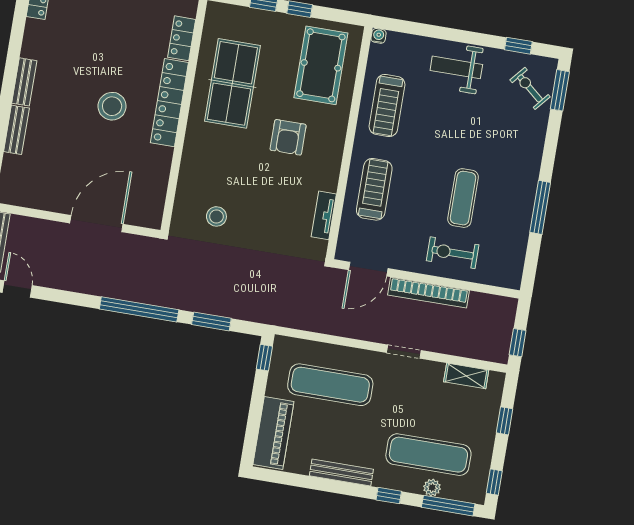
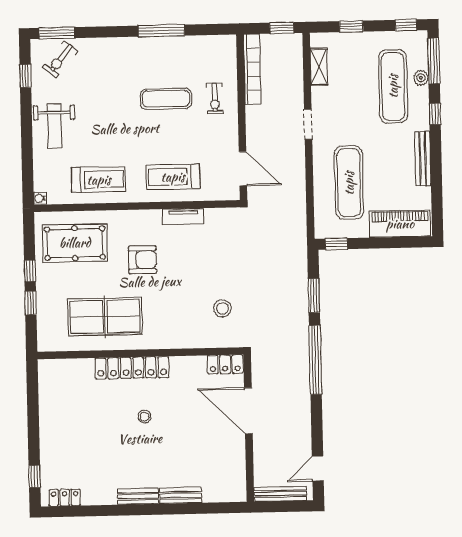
locker: (182, 38) -> (225, 364), moved
stool: (112, 106) -> (144, 417), width x0.53, depth x0.53
tv unit: (324, 215) -> (183, 216), moved
exercise bike: (453, 253) -> (215, 99), width x0.73, depth x0.72
bookcase: (429, 293) -> (252, 69), moved

